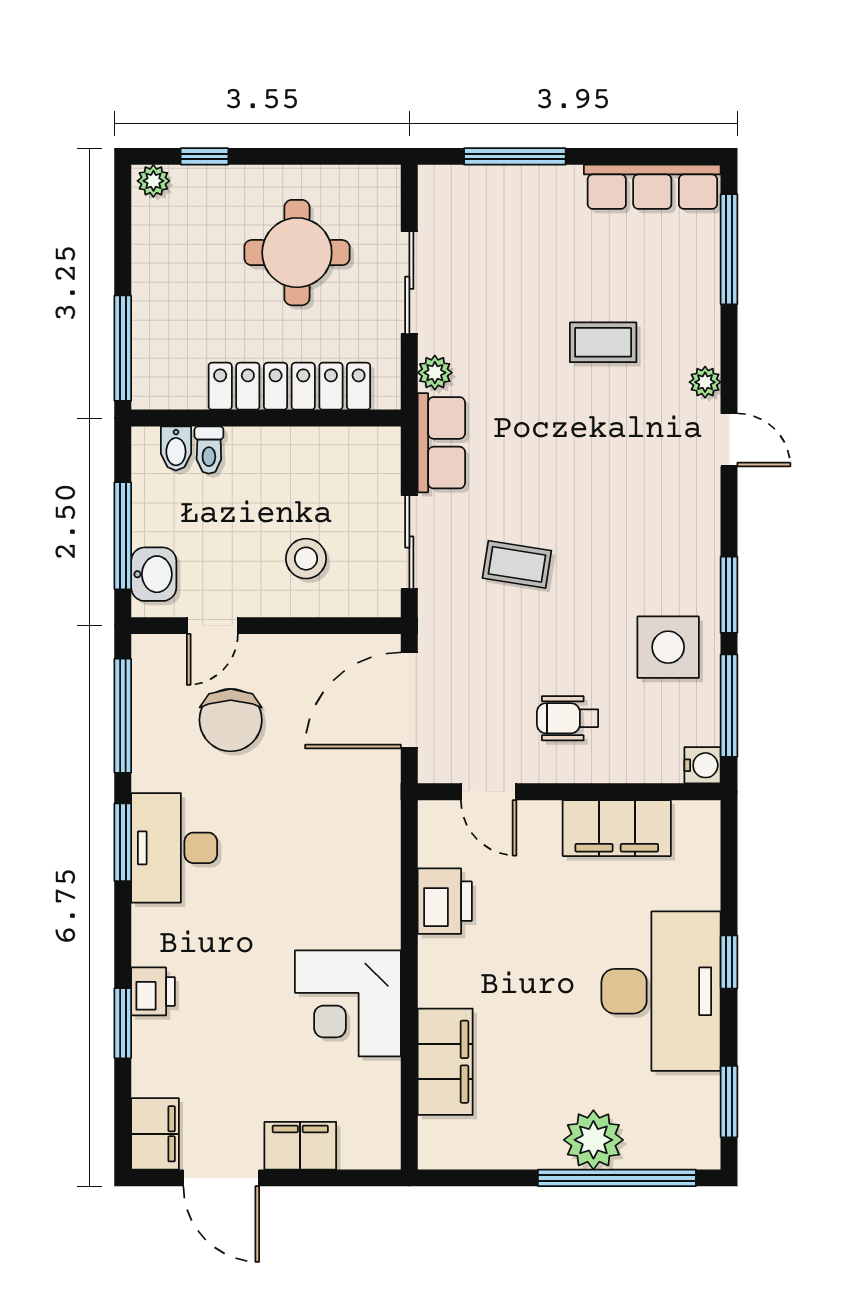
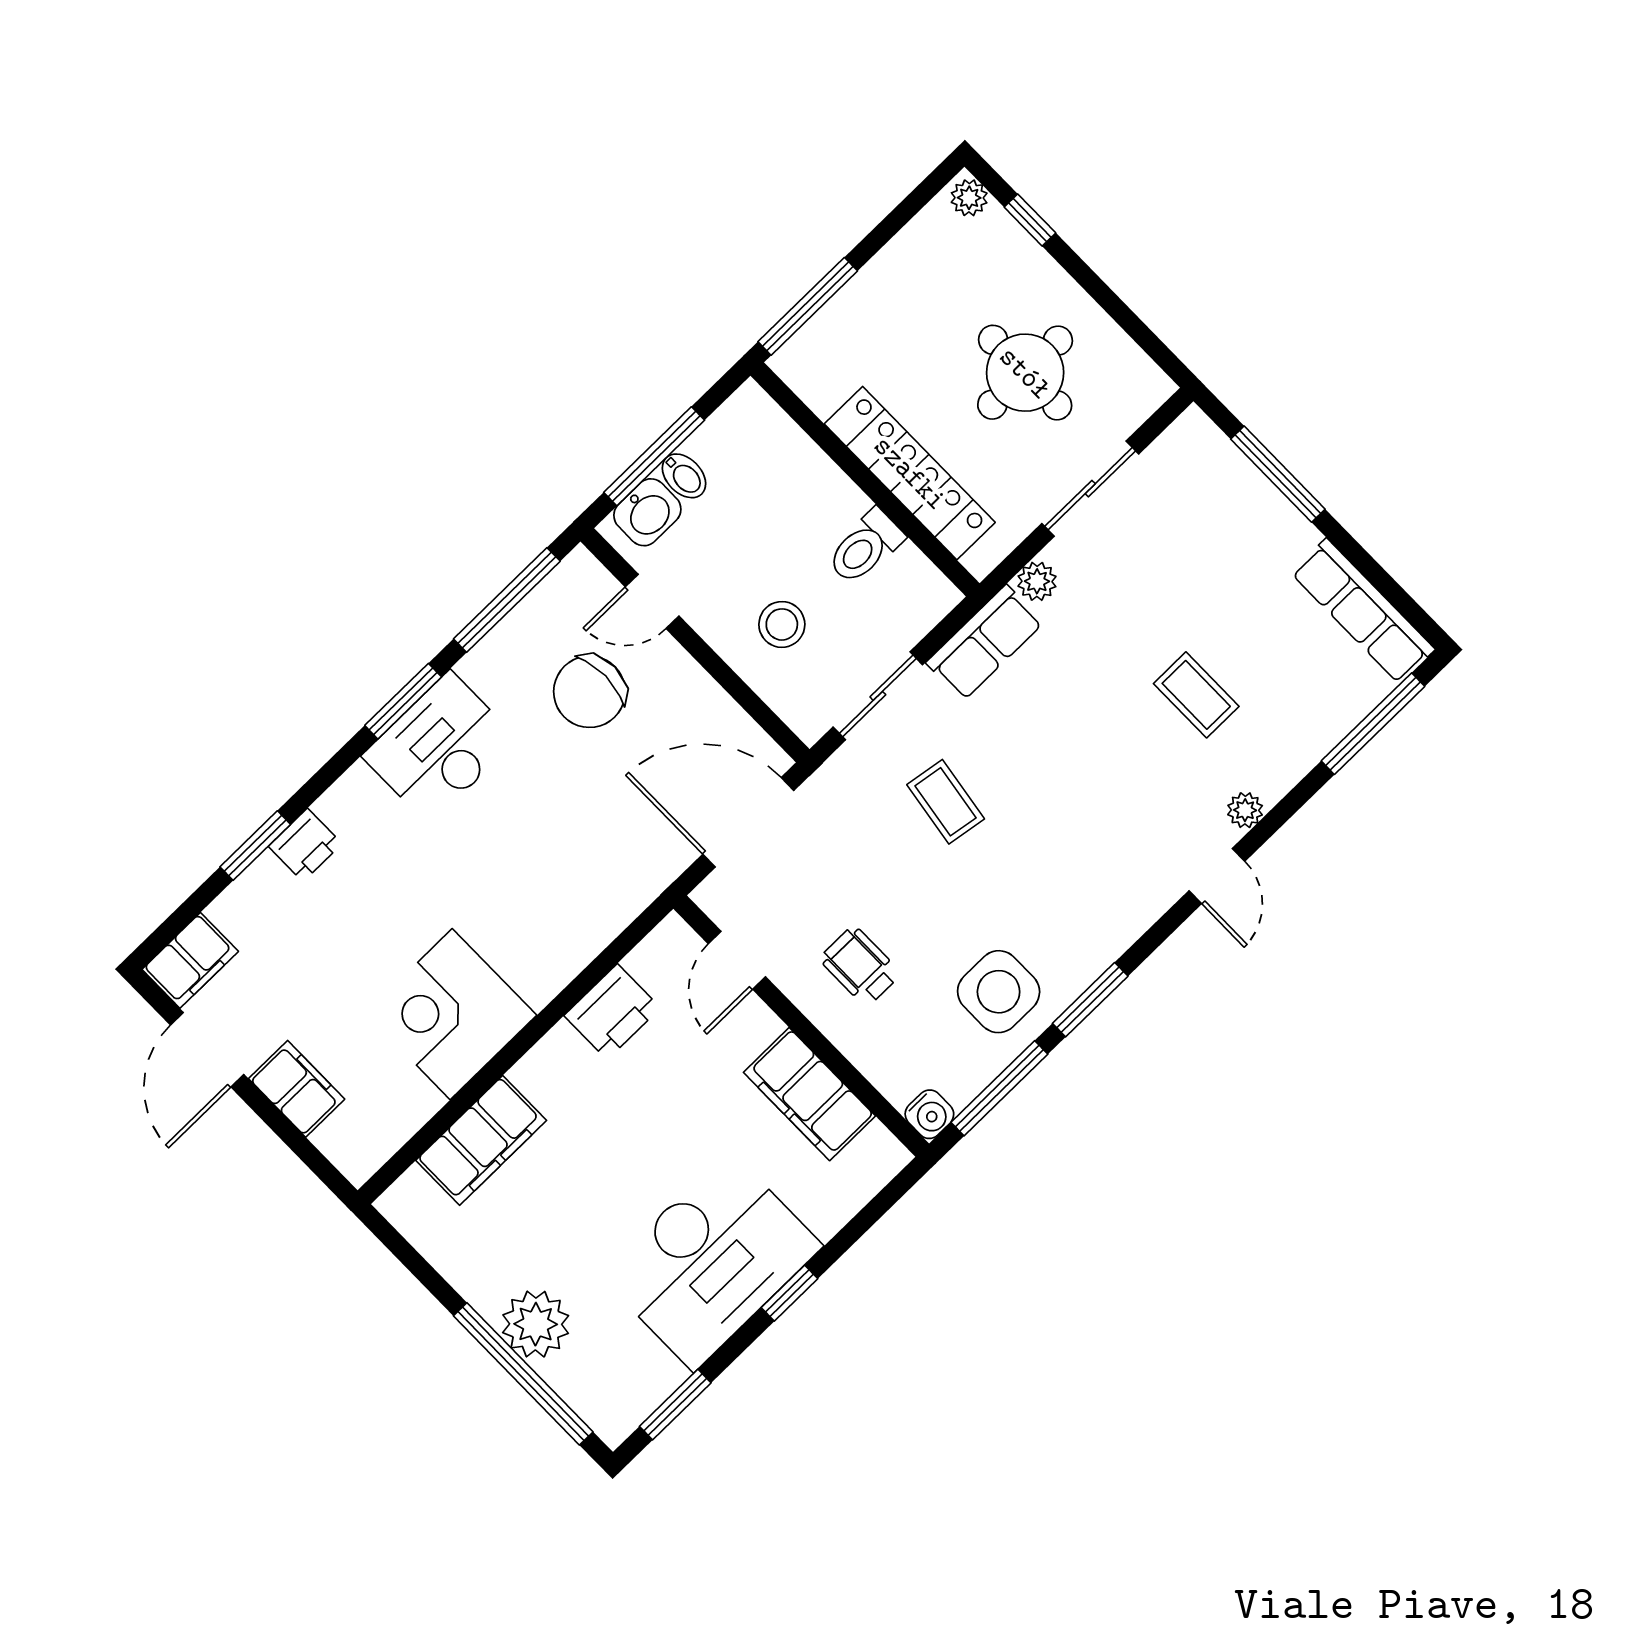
bidet: (176, 449) -> (684, 476), moved, turned -90
toilet: (209, 450) -> (865, 547), moved, width x1.37, depth x1.39

